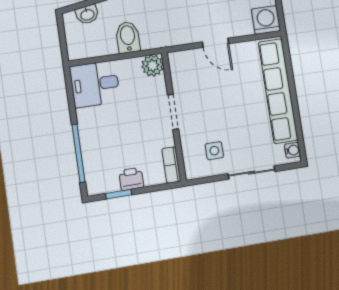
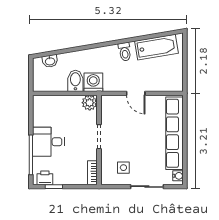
washing machine: (266, 20) -> (93, 82), moved
desk: (95, 84) -> (48, 142), moved
printer: (131, 179) -> (45, 178), moved

